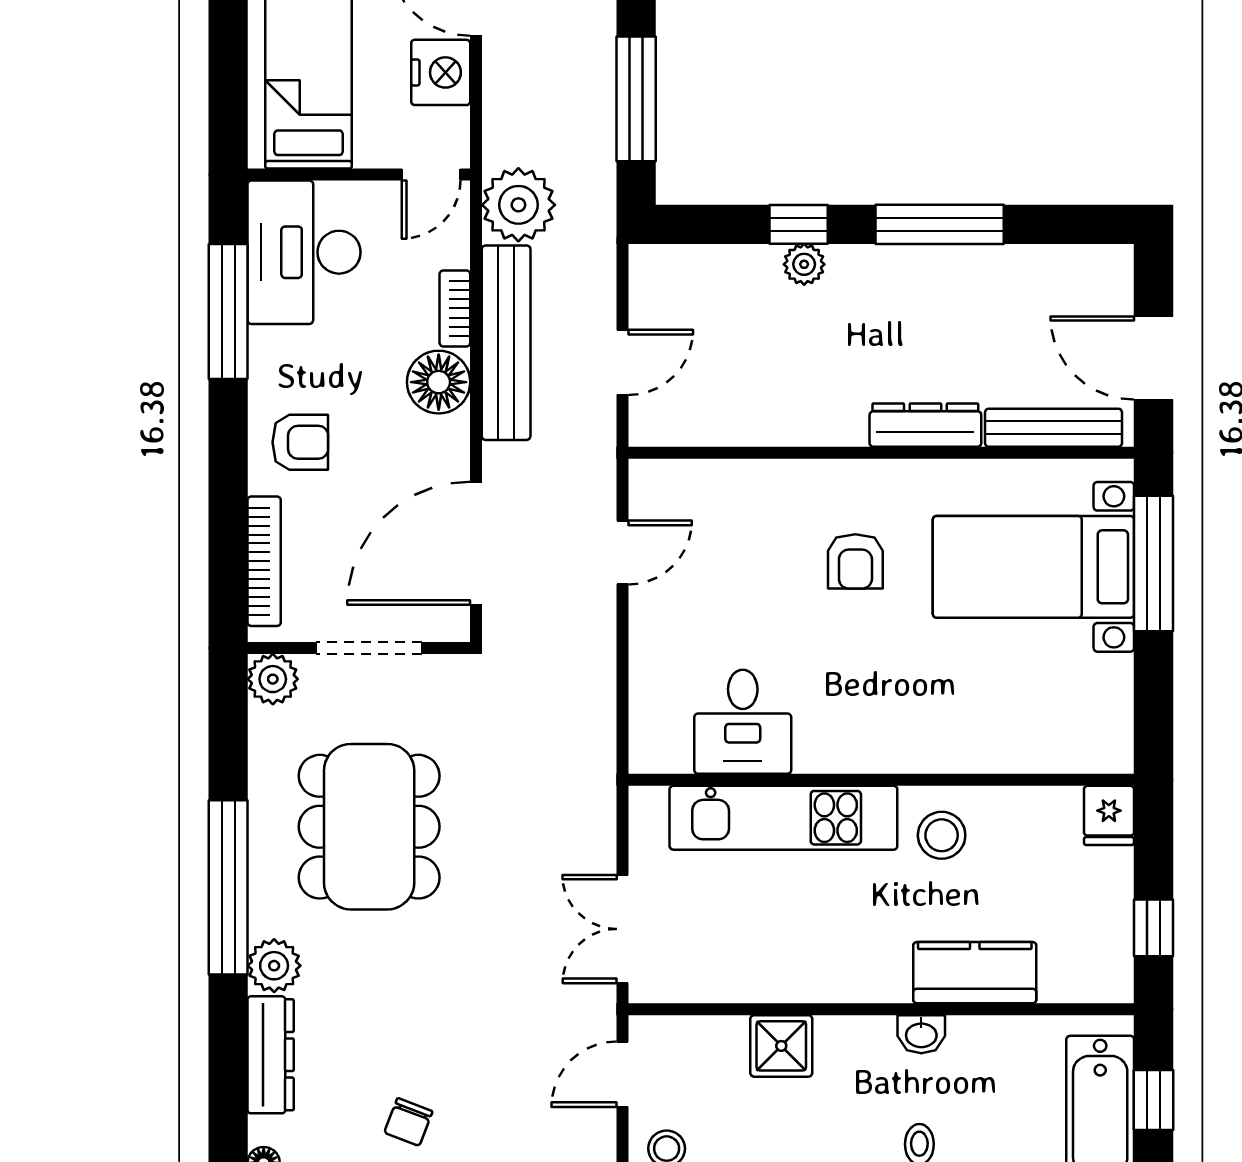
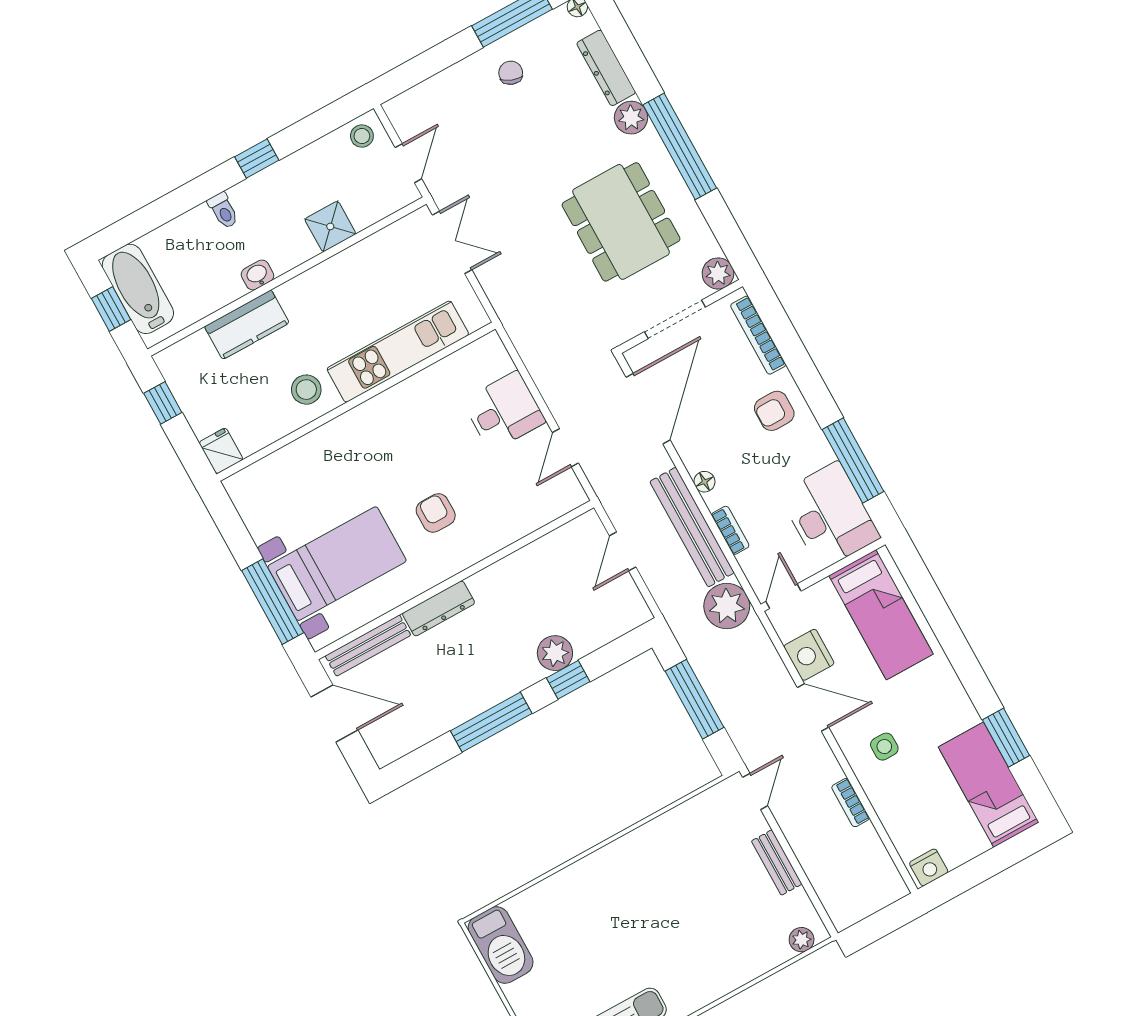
plant: (804, 264) -> (555, 653), width x1.38, depth x1.38
floor lamp: (439, 382) -> (704, 482), width x0.53, depth x0.53
desk: (743, 722) -> (504, 411), moved, turned 90

